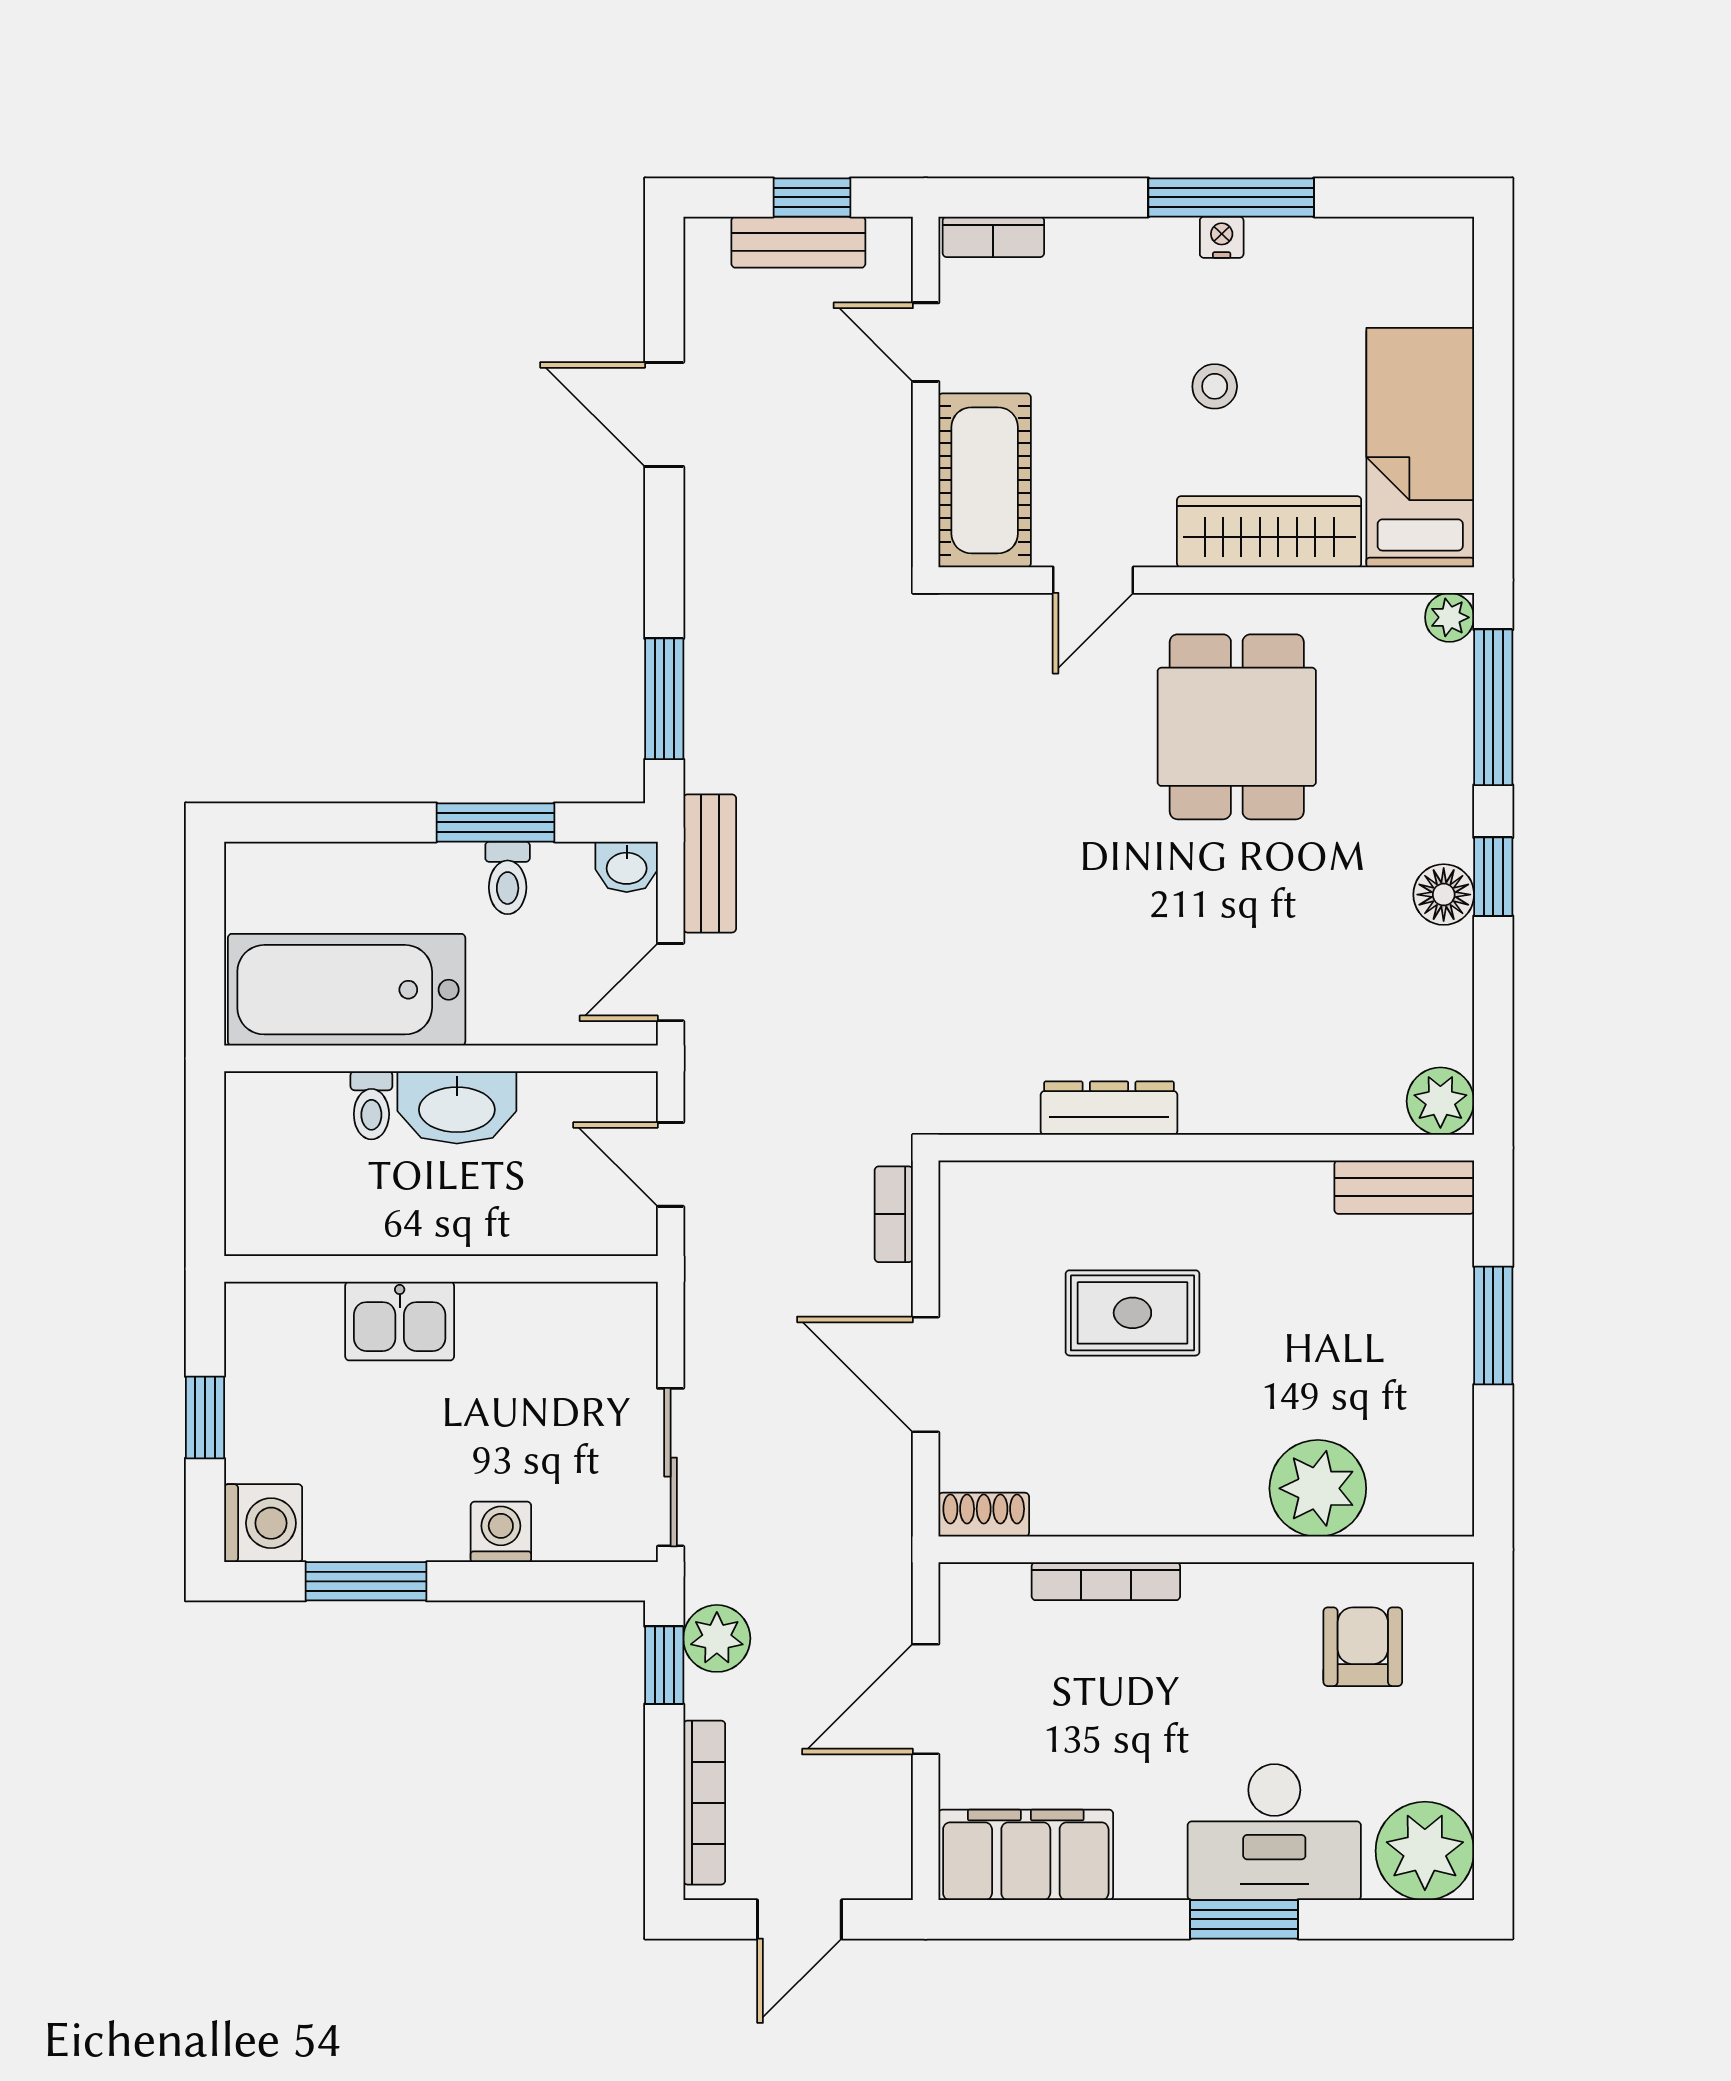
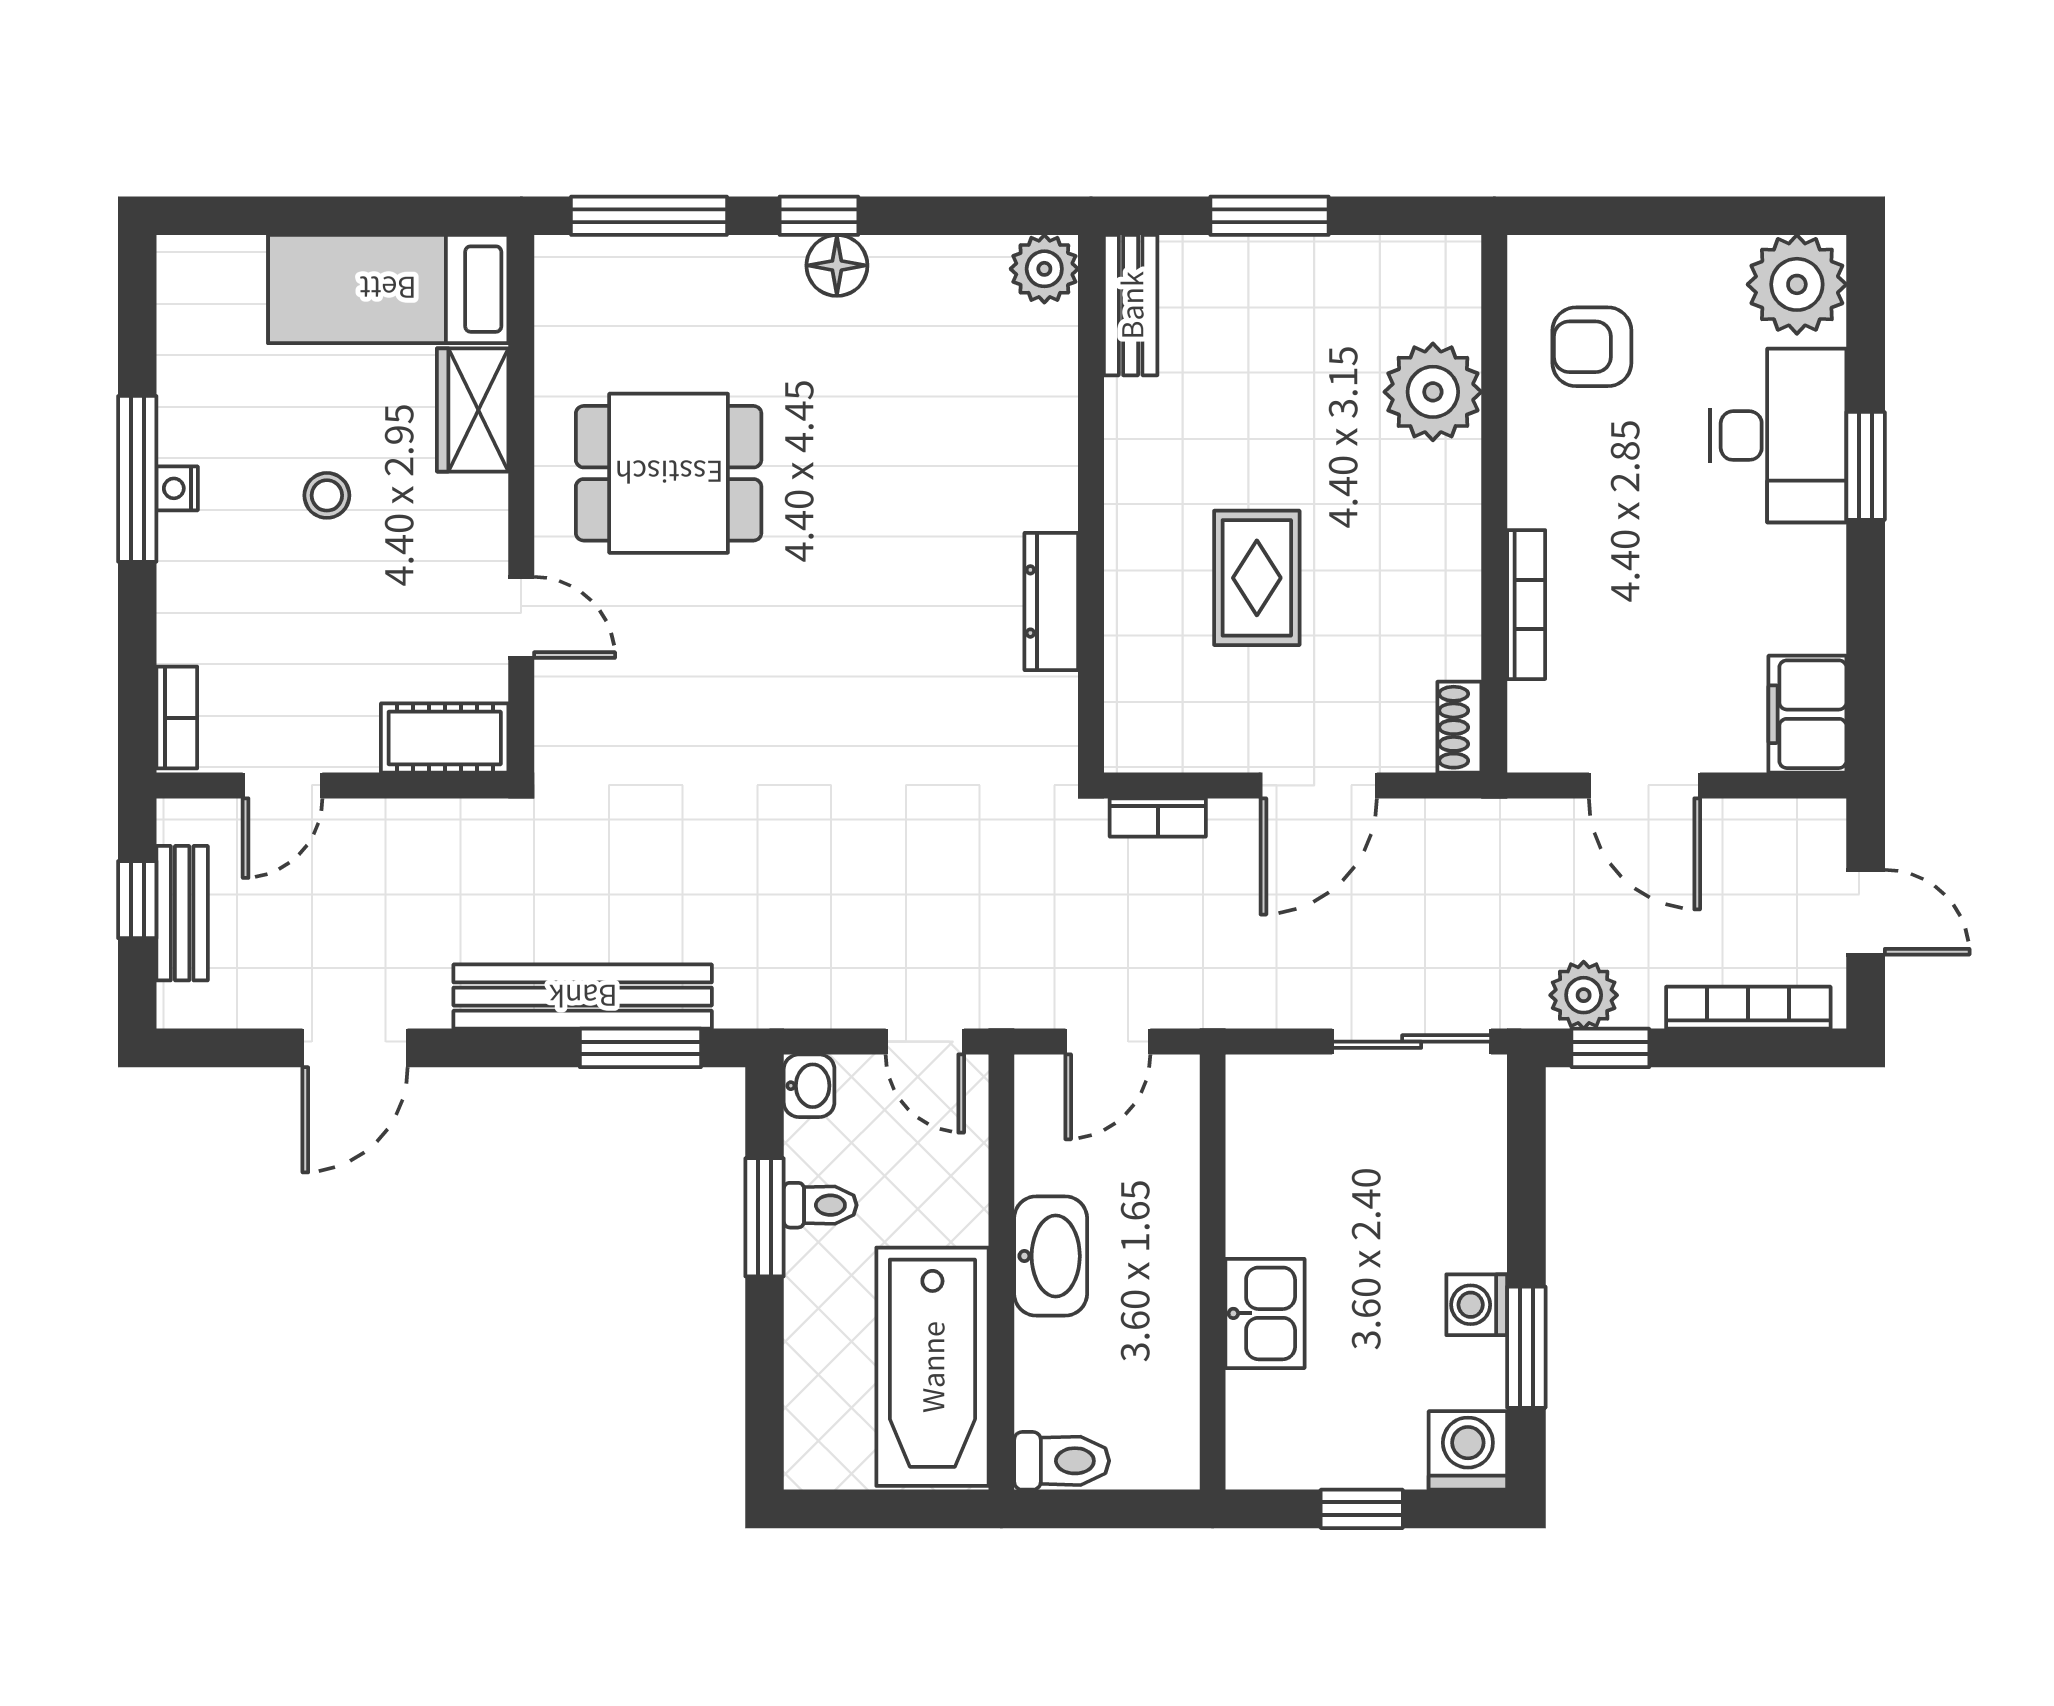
cot: (985, 480) -> (445, 738), width x0.73, depth x0.75
wardrobe: (1269, 532) -> (473, 410), width x0.67
plant: (1450, 617) -> (559, 260), removed
bench: (710, 863) -> (583, 997), moved, width x1.86, depth x1.21
toilet: (371, 1105) -> (1062, 1461), moved, width x1.37, depth x1.39
washing machine: (501, 1532) -> (1477, 1305), moved
filing cabinet: (1026, 1855) -> (1807, 714), width x0.67, depth x0.86

